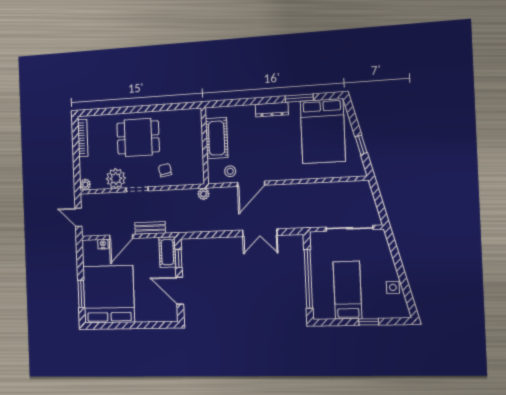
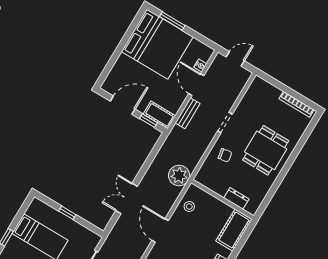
dresser: (196, 134) -> (236, 198), added
cot: (217, 138) -> (234, 230), moved, turned 90
plant: (116, 178) -> (245, 111), removed
door: (251, 184) -> (160, 231), moved
plant: (85, 185) -> (258, 82), removed
plant: (203, 194) -> (179, 176), width x1.88, depth x1.88
window: (308, 279) -> (67, 213), width x0.32

